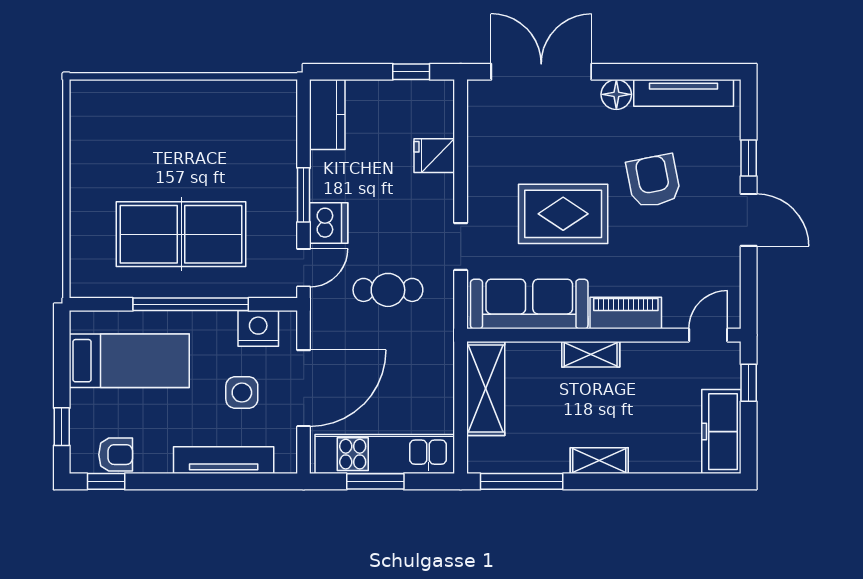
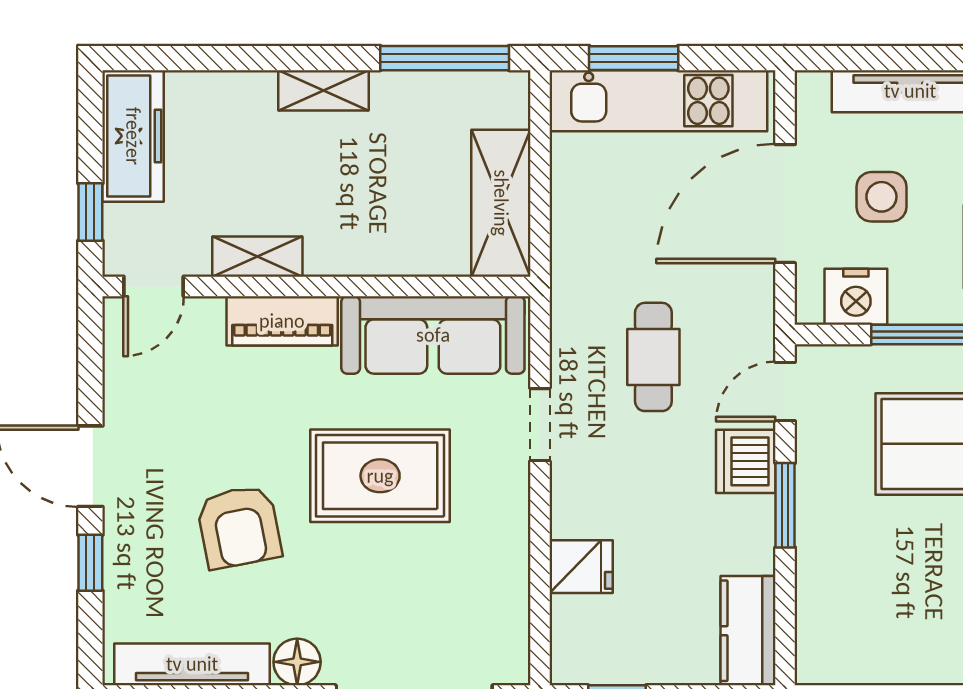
cafe table: (388, 290) -> (653, 357), turned 90
shelving: (591, 354) -> (257, 257), moved
window: (375, 481) -> (634, 58), moved

